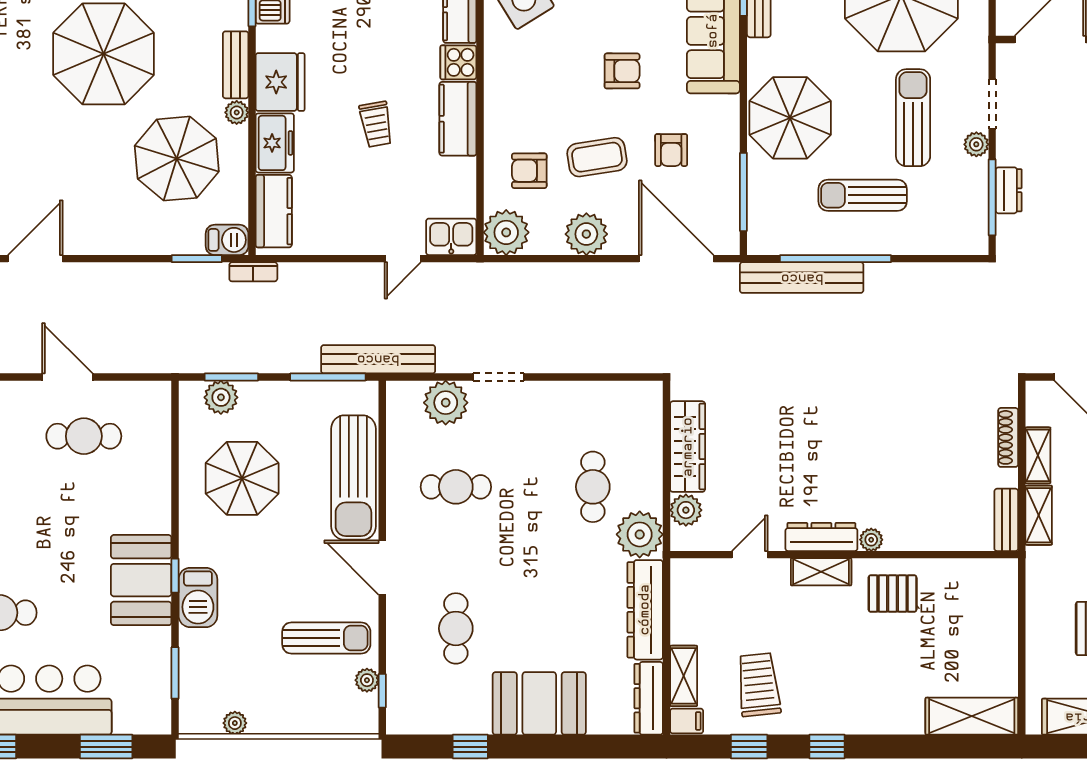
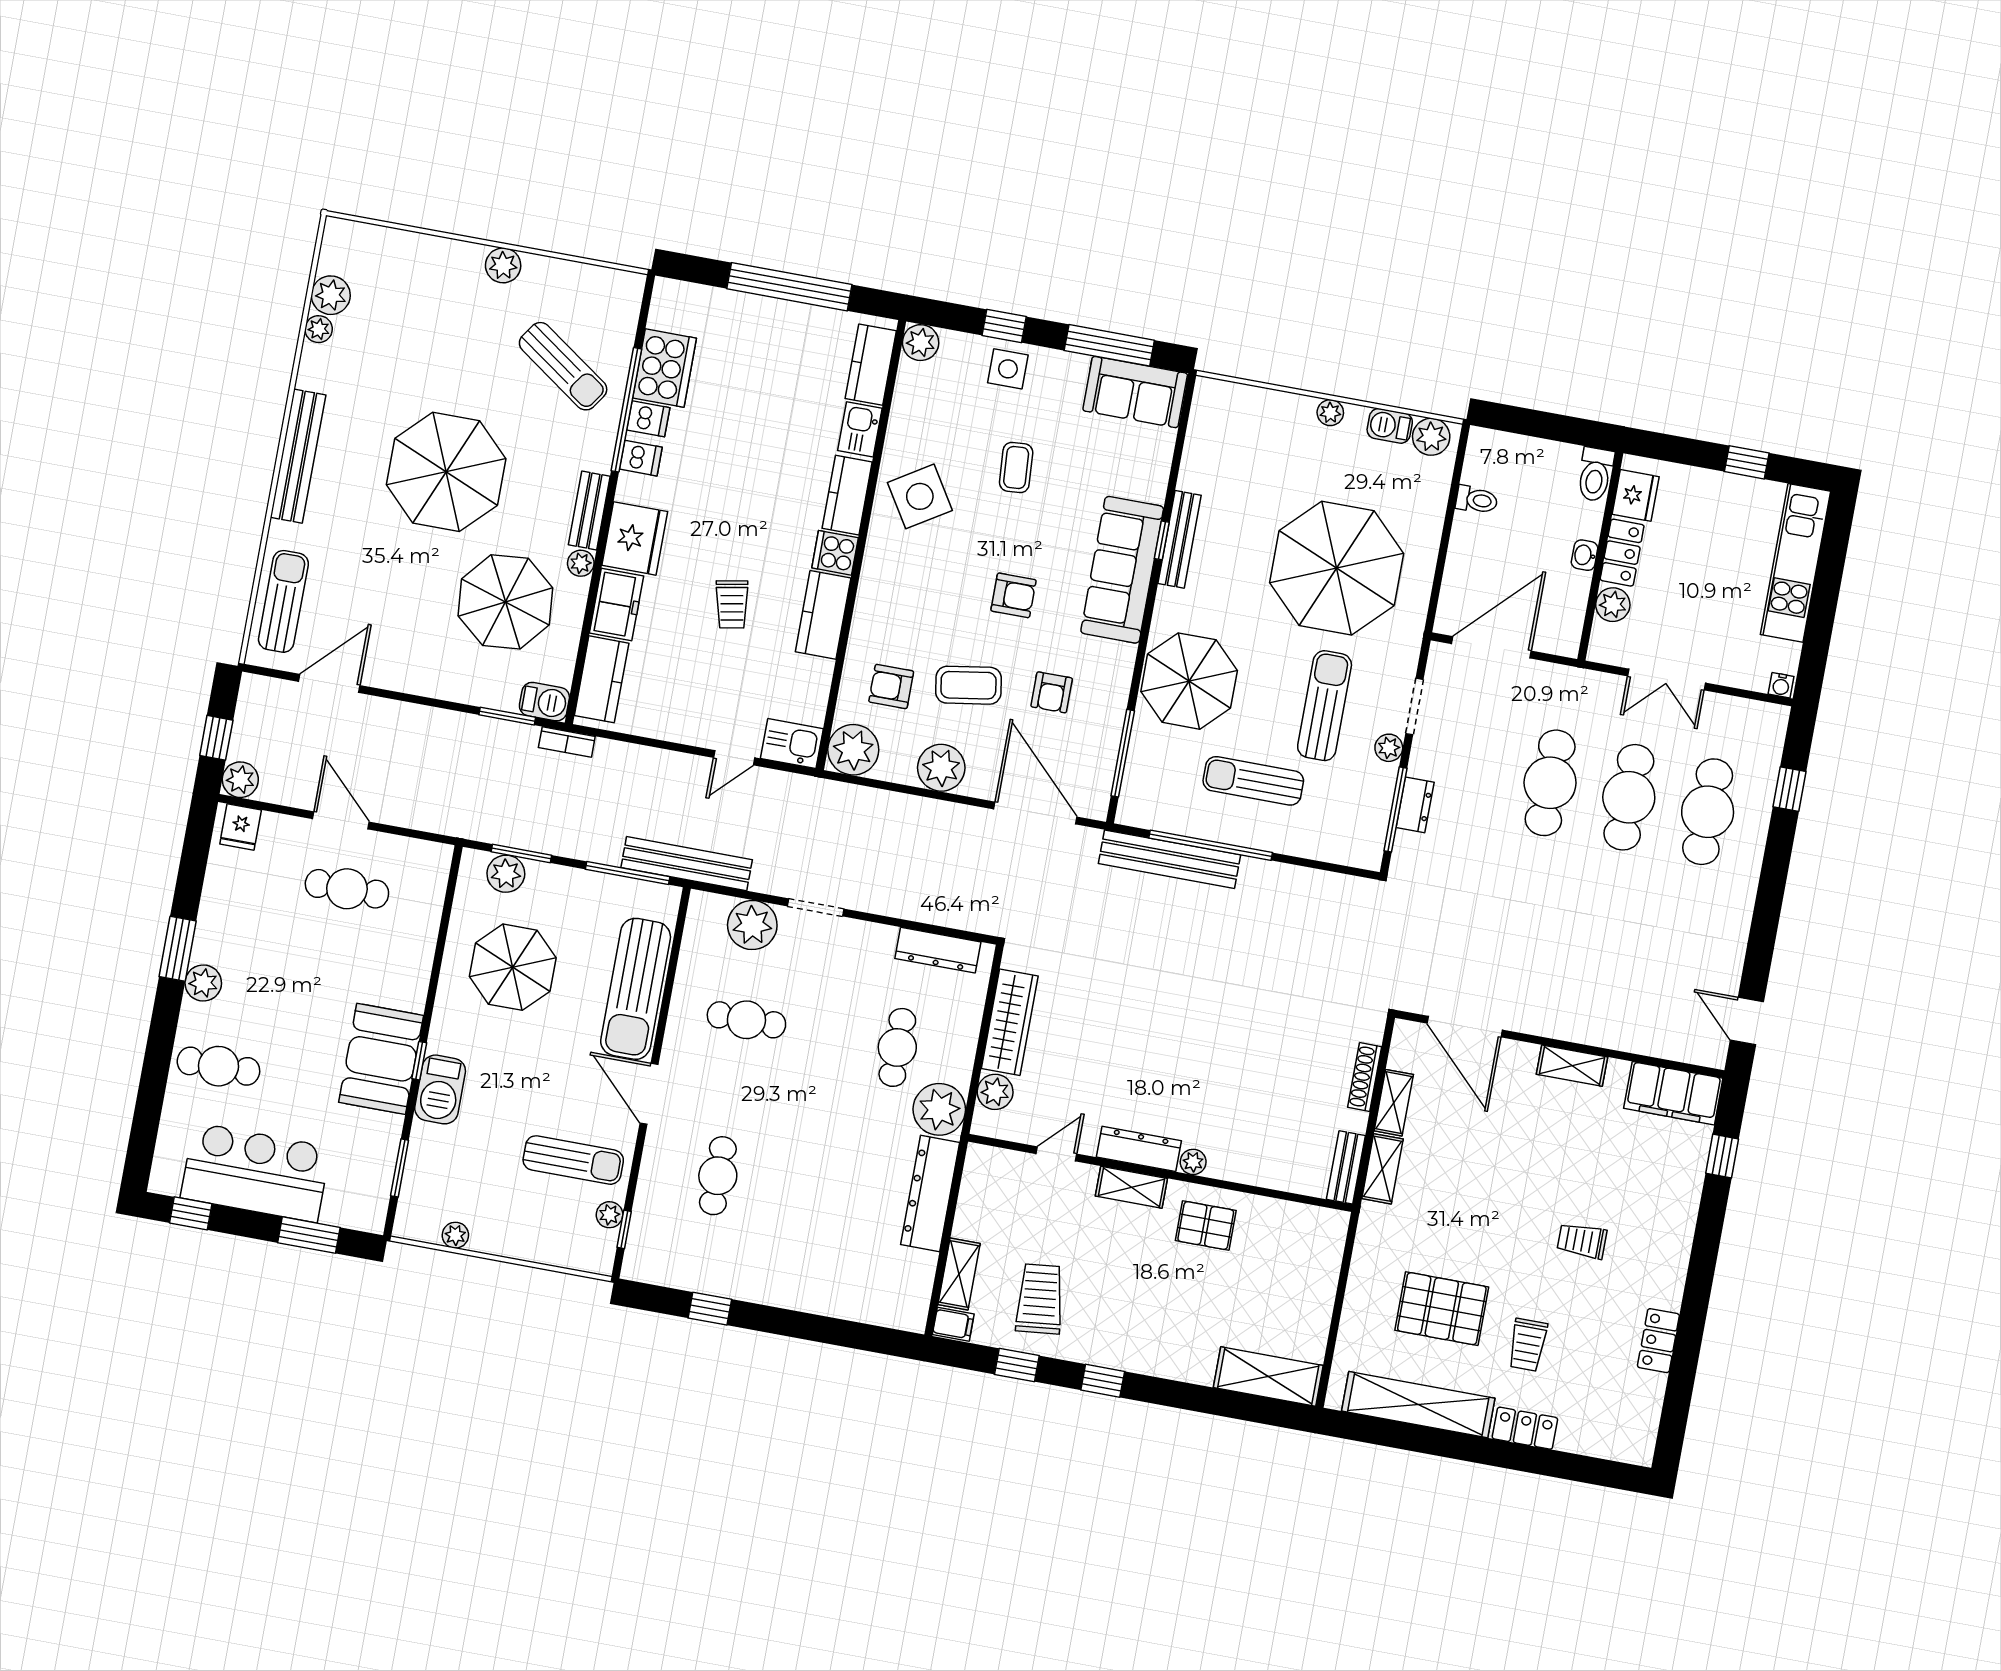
dresser: (649, 698) -> (938, 950), moved, turned -90
booth: (539, 703) -> (795, 1275), removed

